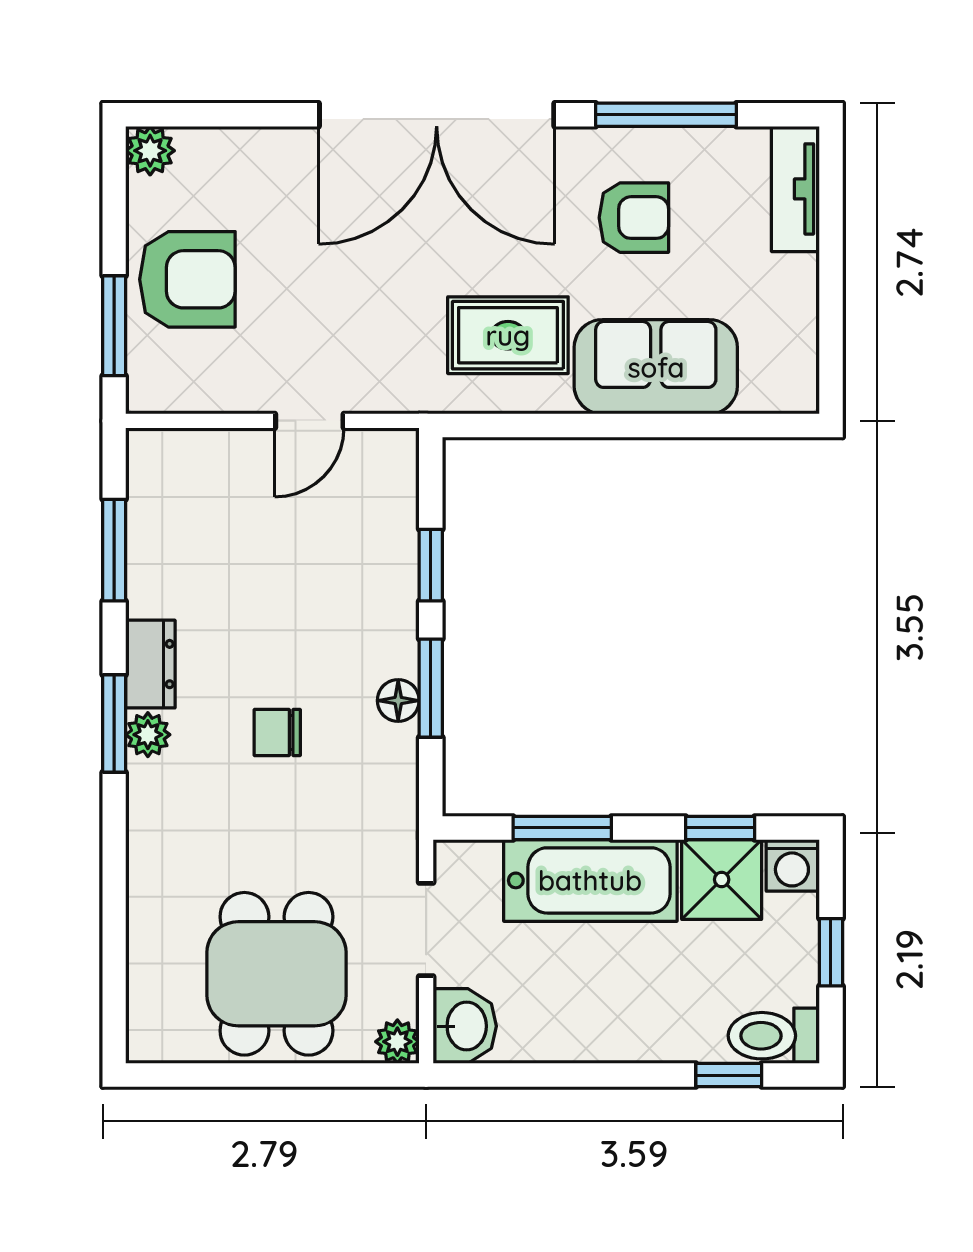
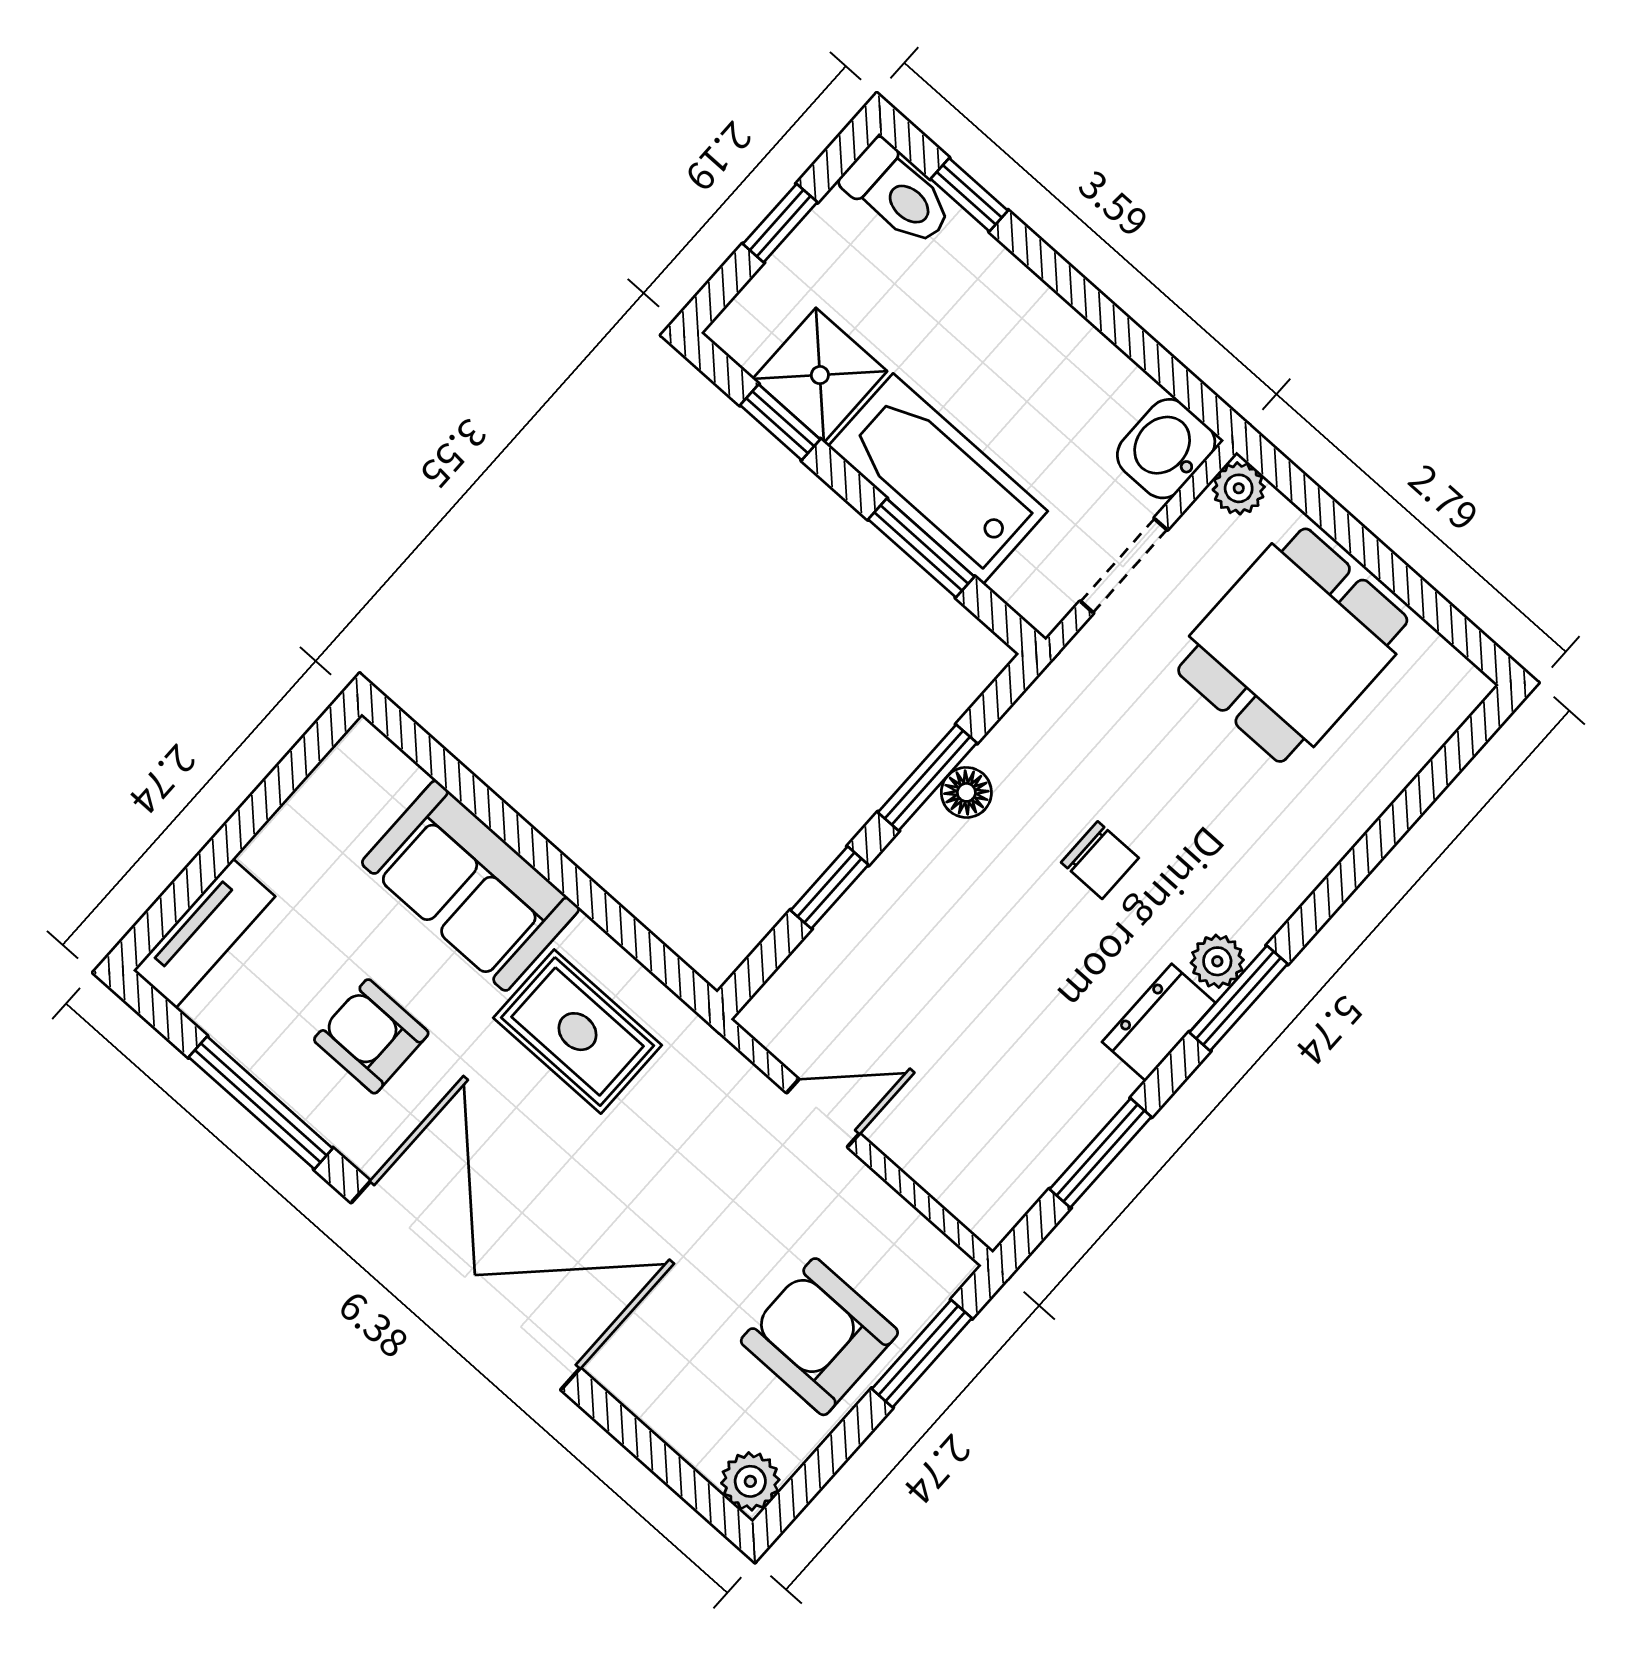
washing machine: (792, 865) -> (746, 332), removed

